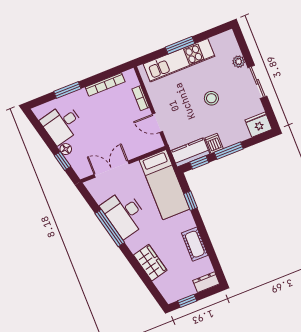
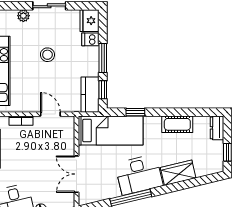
door: (157, 123) -> (50, 114), swing flipped
dishwasher: (214, 143) -> (90, 39), moved
desk: (124, 214) -> (139, 175), moved

